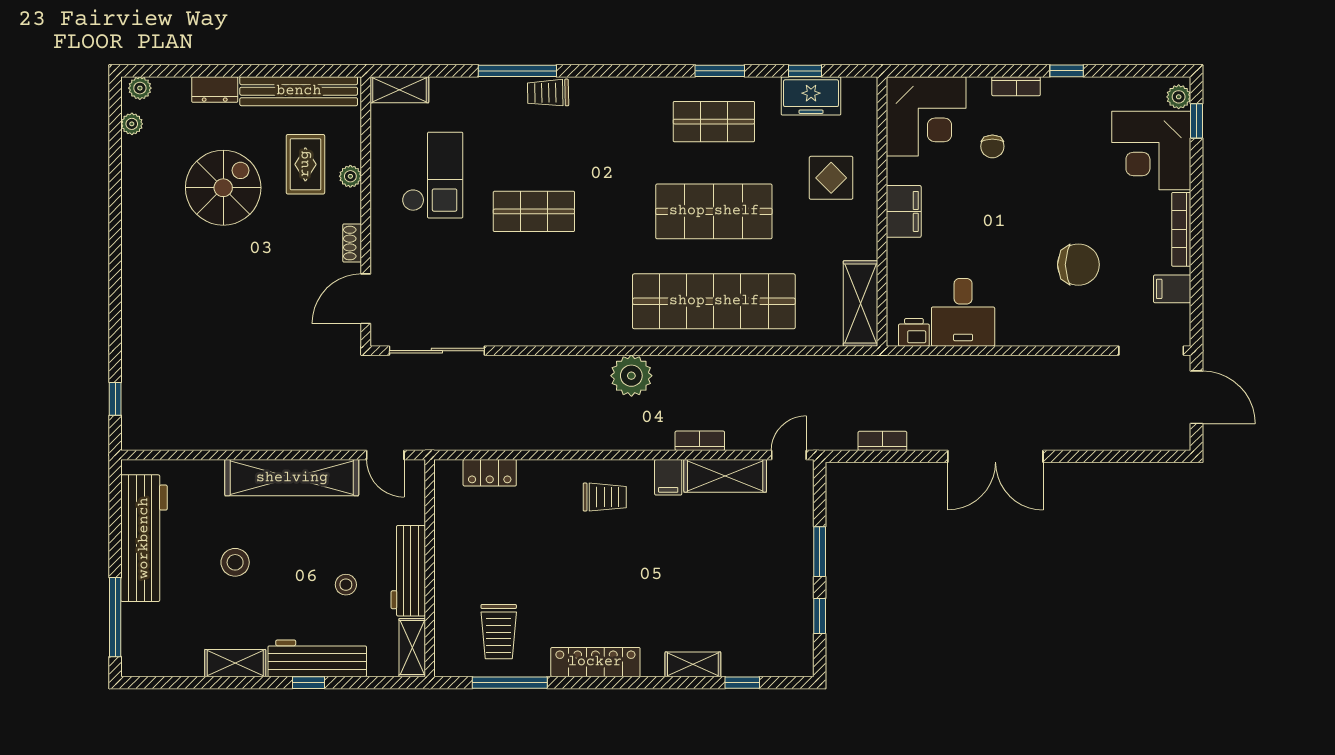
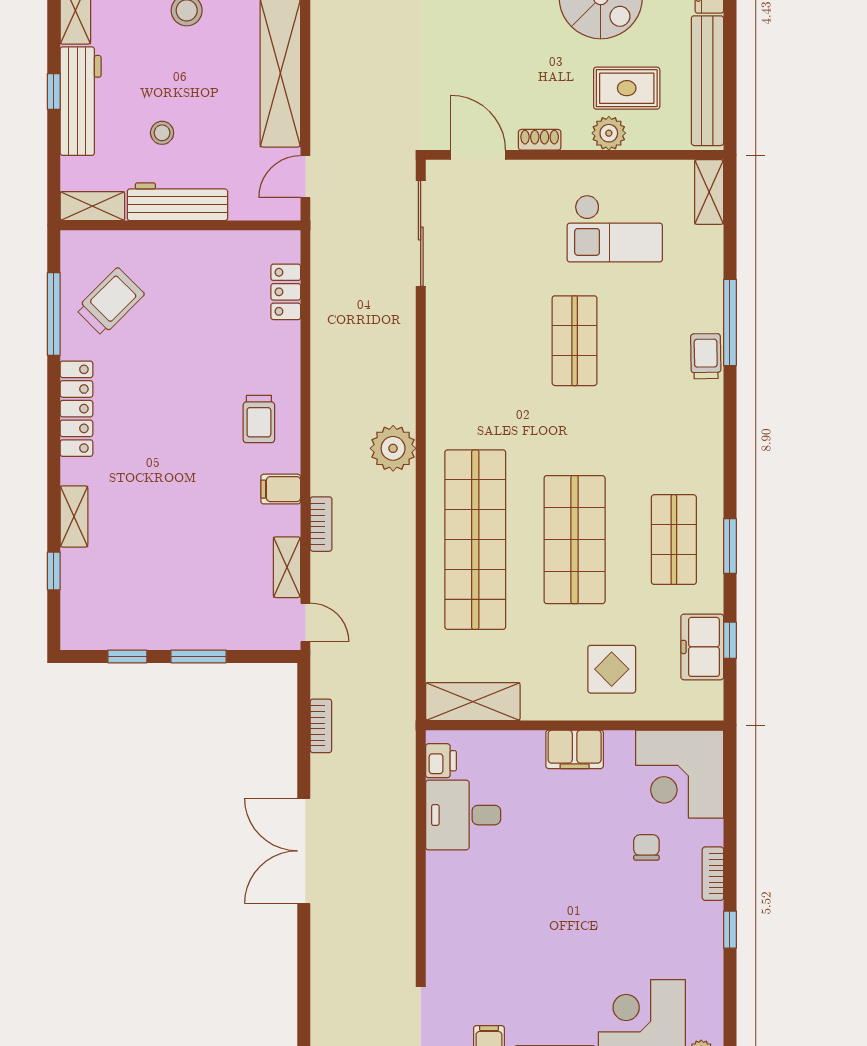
chair: (992, 146) -> (646, 847), turned 90
plant: (350, 176) -> (609, 133), width x1.38, depth x1.38
chair: (1078, 265) -> (516, 943), removed
shelving: (725, 476) -> (287, 567), width x0.67, depth x0.75
trolley: (499, 632) -> (110, 302), turned 135

